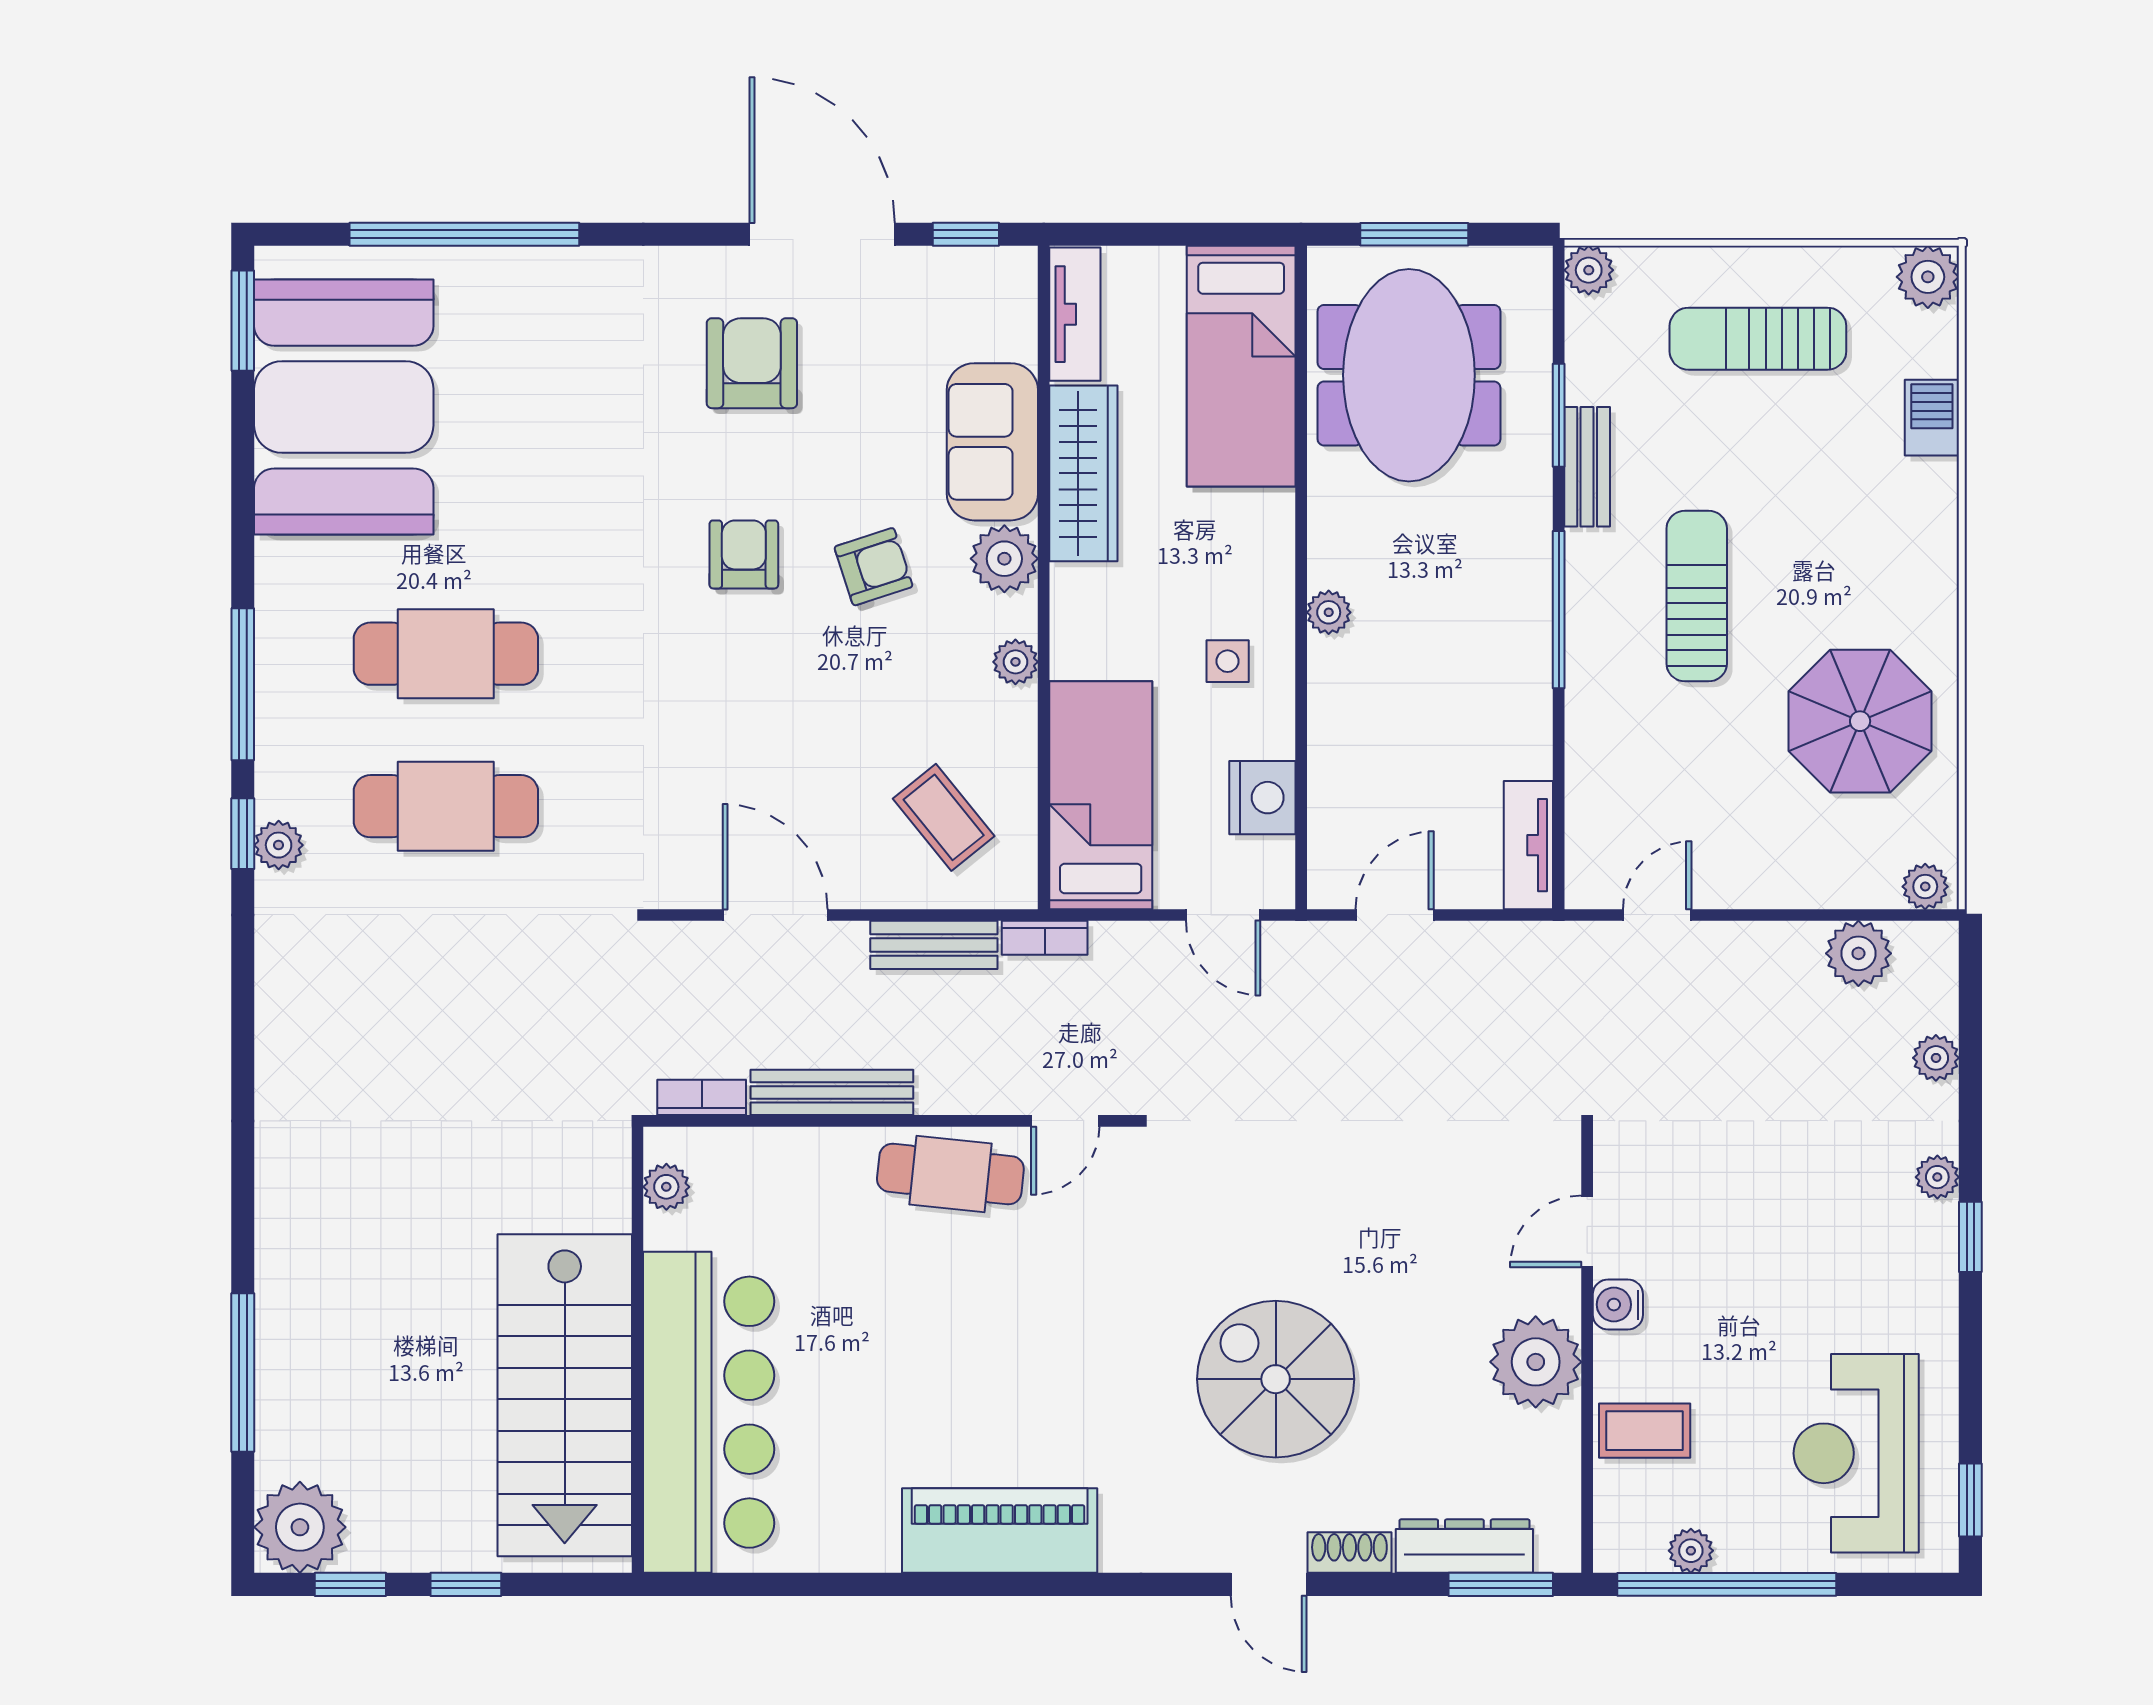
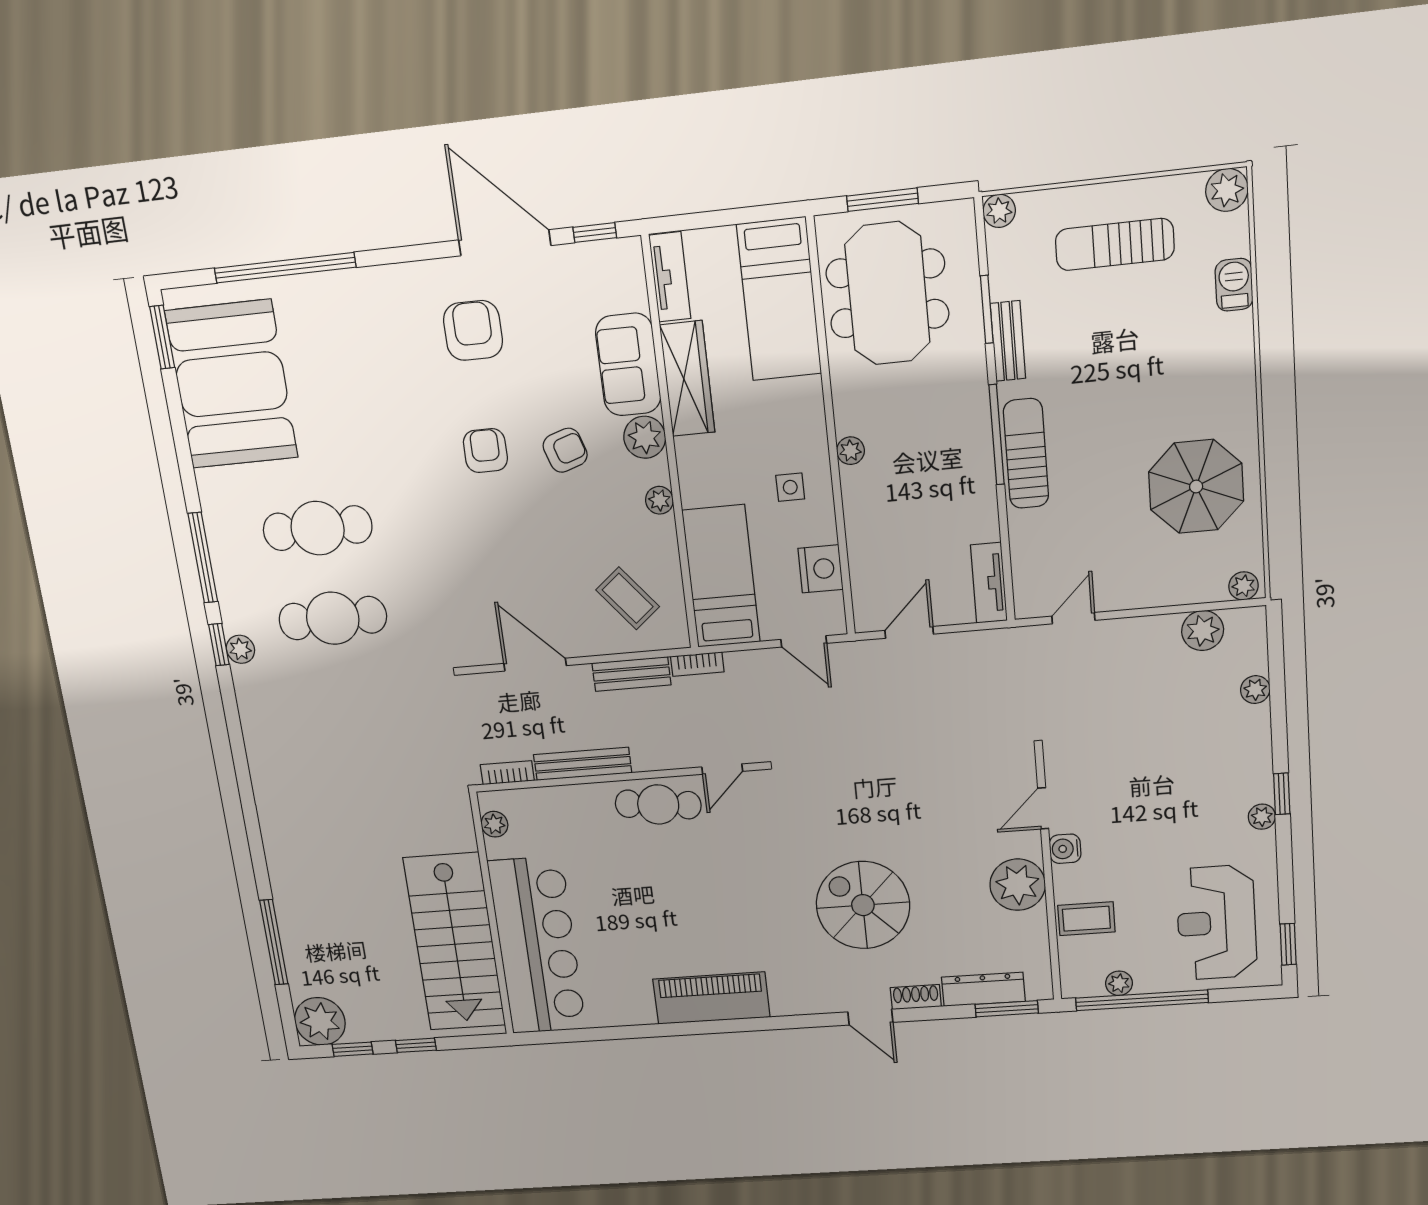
sun lounger: (1697, 596) -> (1026, 454), moved
plant: (1937, 1177) -> (1262, 817), moved

